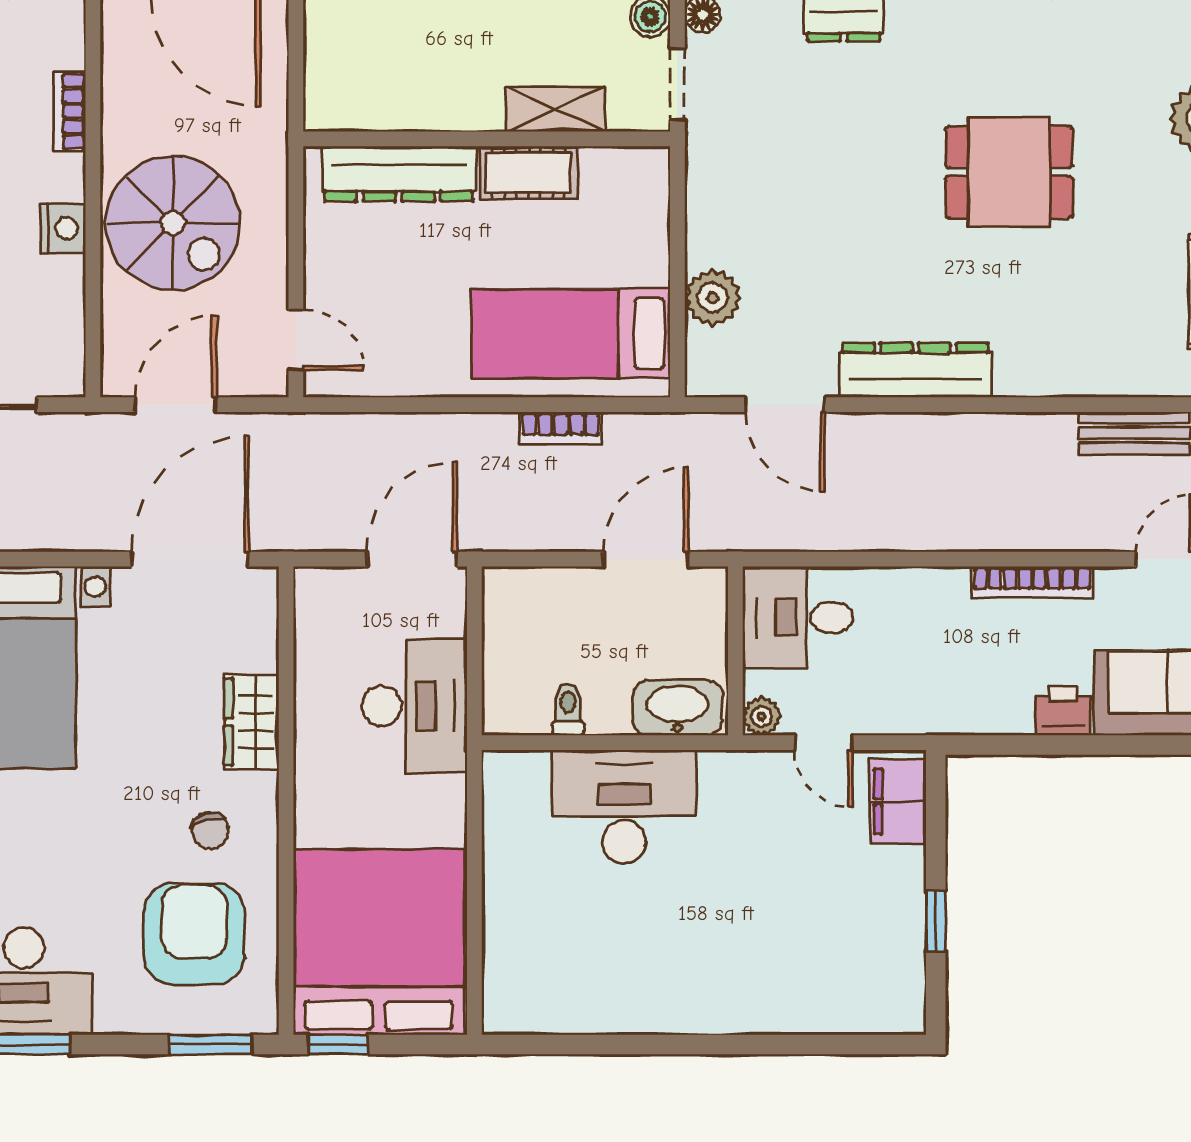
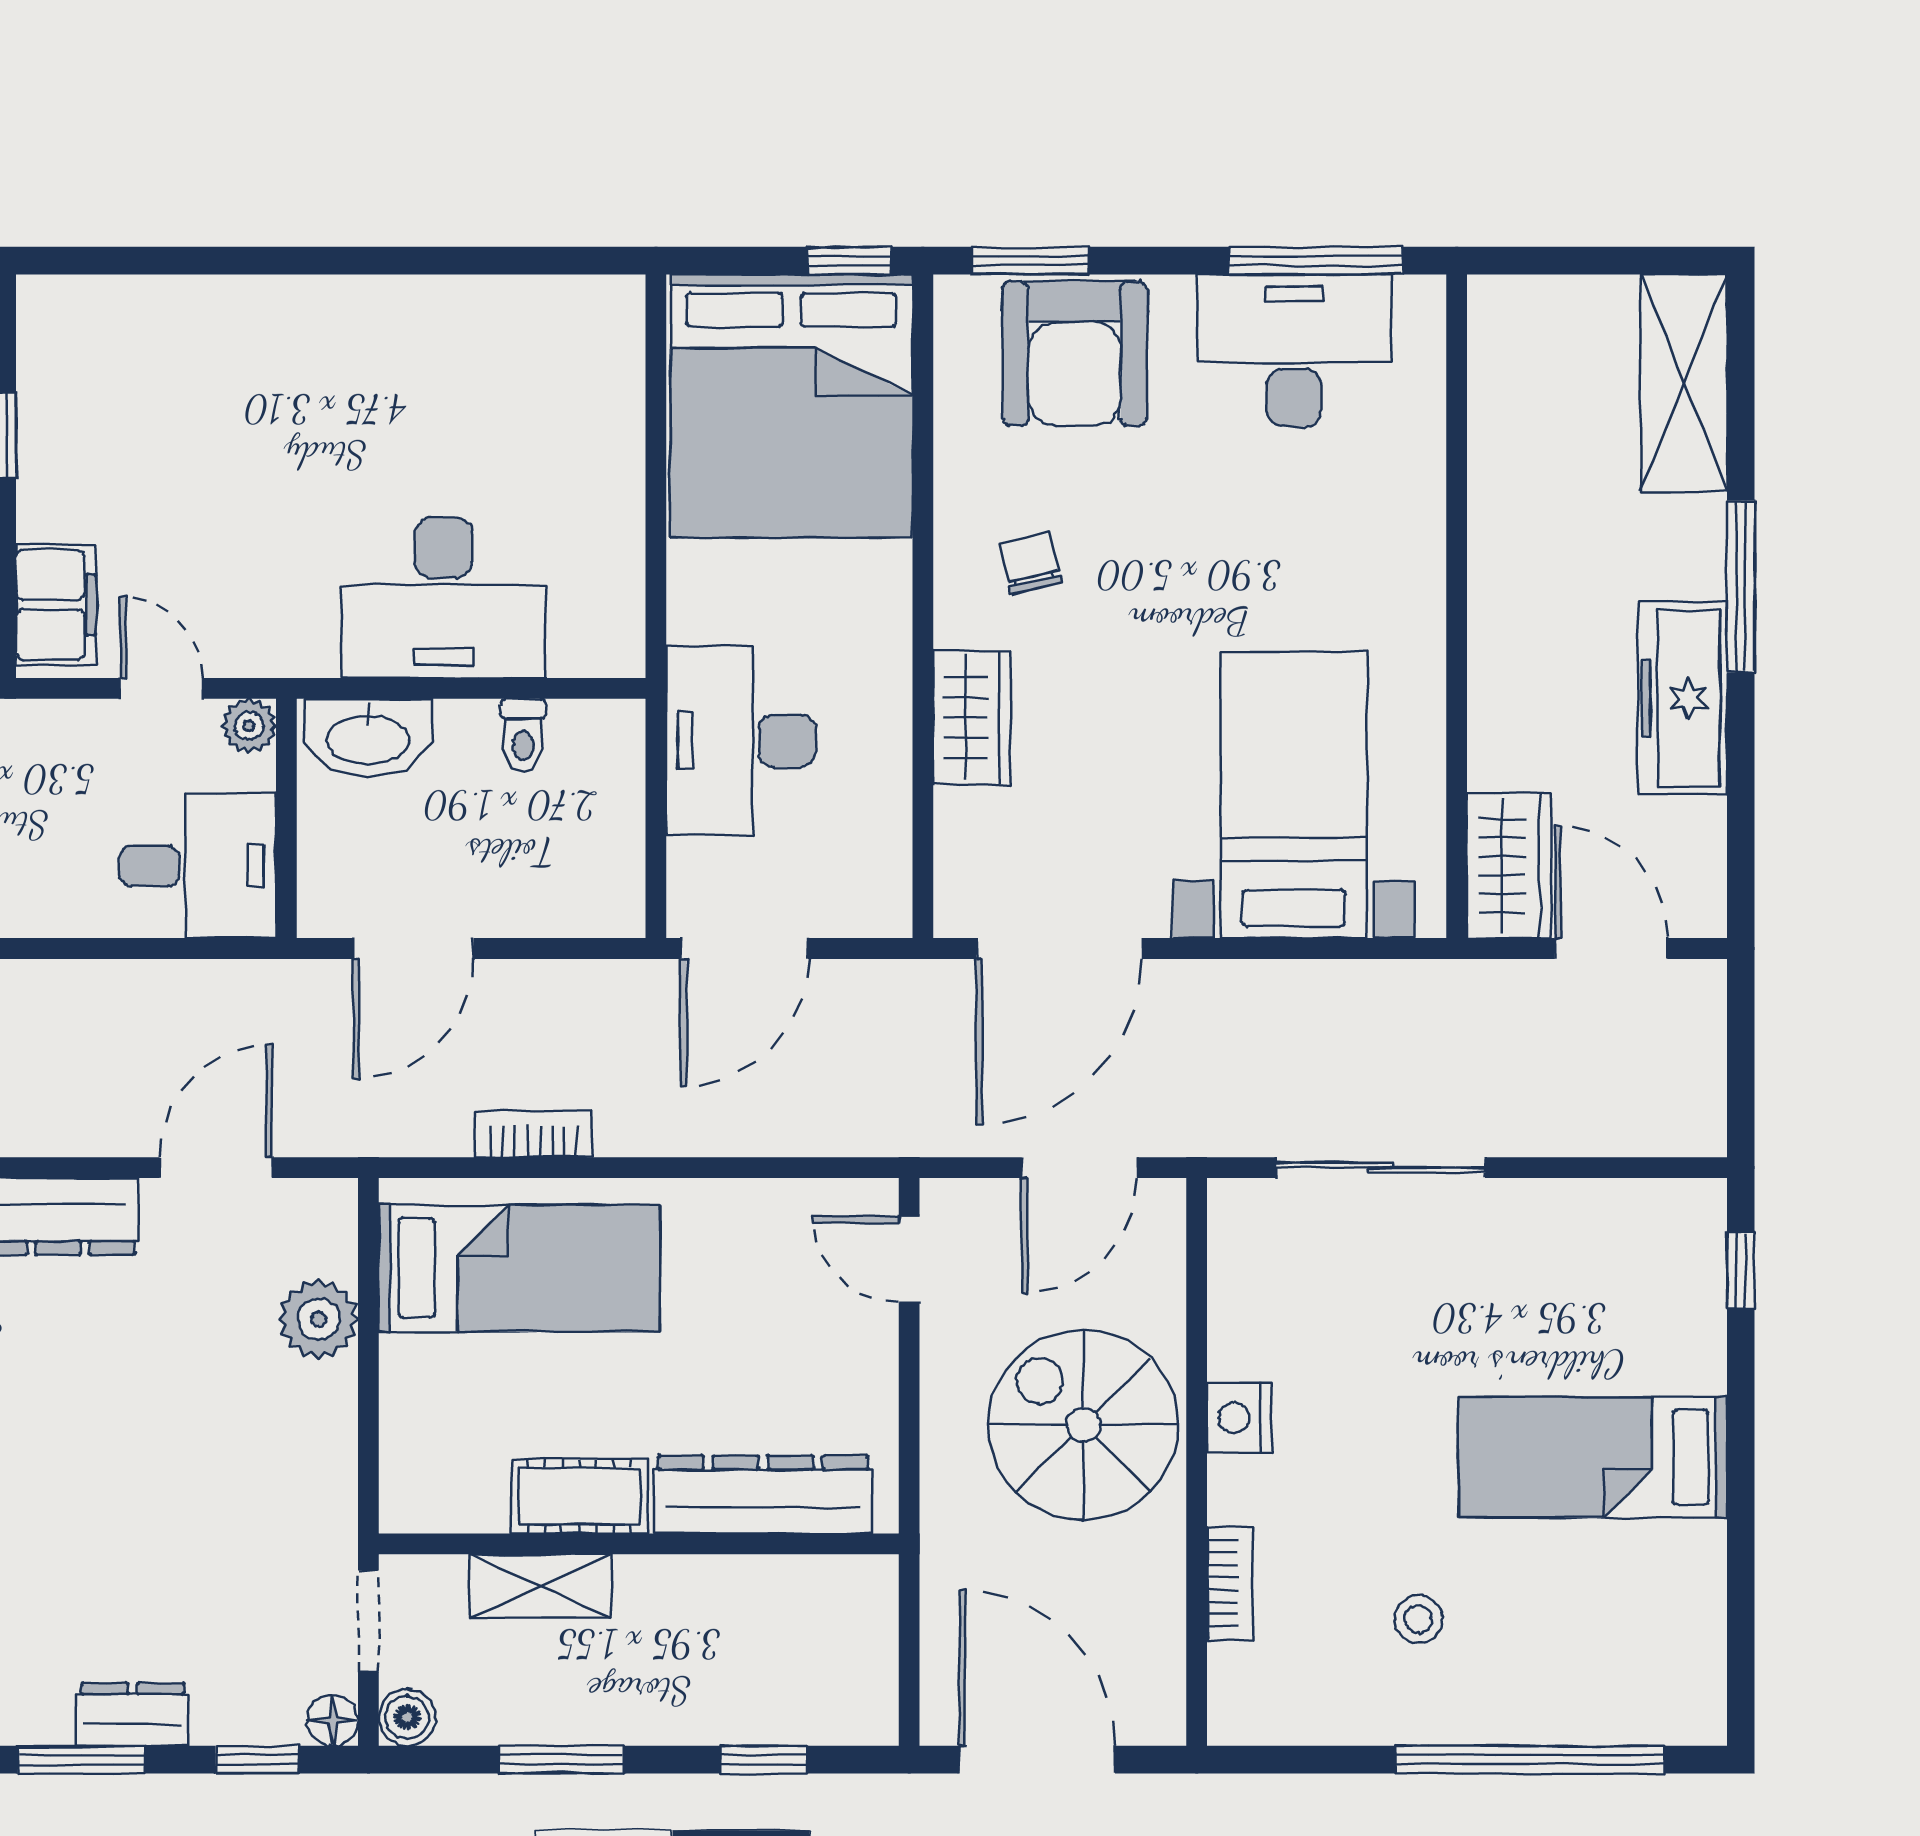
door: (785, 405) -> (216, 1168), hinge flipped
armchair: (194, 934) -> (1074, 354), moved

